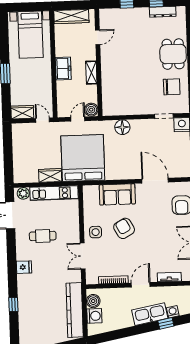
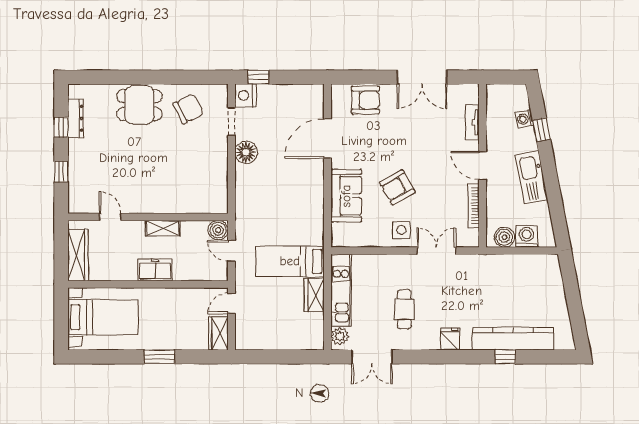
chair: (172, 87) -> (188, 109), turned 63
floor lamp: (122, 127) -> (246, 152), moved
bed: (83, 158) -> (290, 261), width x0.49
double door: (83, 256) -> (436, 251), swing flipped
kitchen counter: (75, 310) -> (513, 339), moved, turned 180
kitchen sink: (150, 314) -> (531, 178), moved

